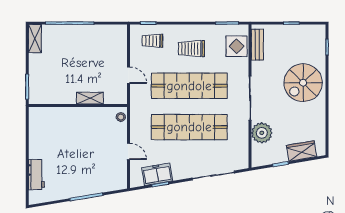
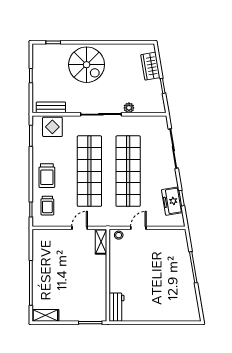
trolley: (191, 49) -> (47, 176), moved
shelving: (90, 98) -> (101, 242), moved
plant: (262, 133) -> (129, 108), width x0.53, depth x0.53
door: (128, 151) -> (138, 228), moved
workbench: (36, 175) -> (117, 307), moved, turned 90

